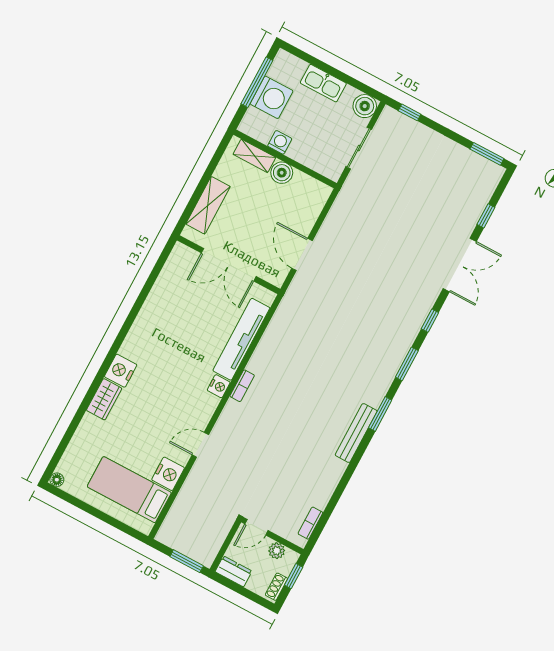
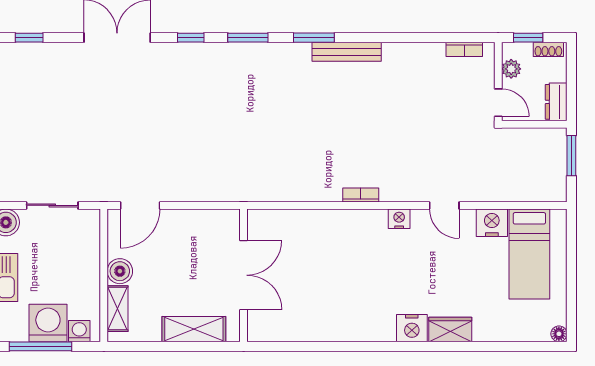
washing machine: (280, 142) -> (79, 331), moved, turned 90
window: (486, 216) -> (29, 38), moved
door: (302, 254) -> (140, 205), moved
tv unit: (241, 339) -> (313, 221), removed
nightstand: (219, 386) -> (399, 219), moved

